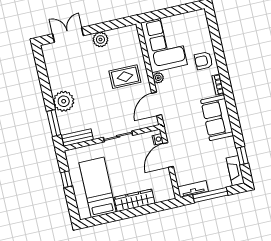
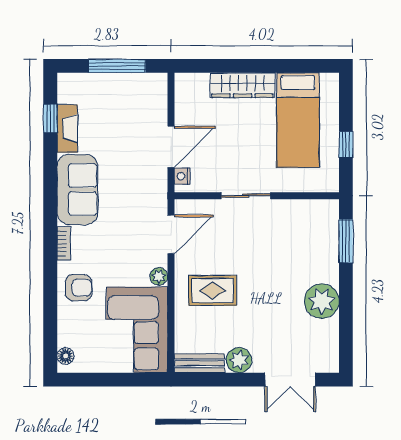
floor lamp: (202, 19) -> (65, 356), added
plant: (64, 101) -> (322, 301), moved
bench: (77, 138) -> (199, 363), moved
fireplace: (235, 171) -> (67, 129), moved
tv unit: (193, 189) -> (143, 82), removed

